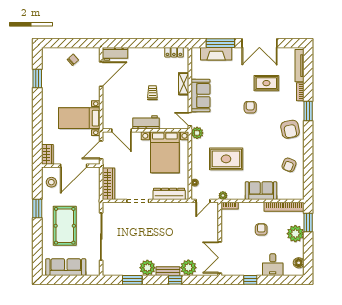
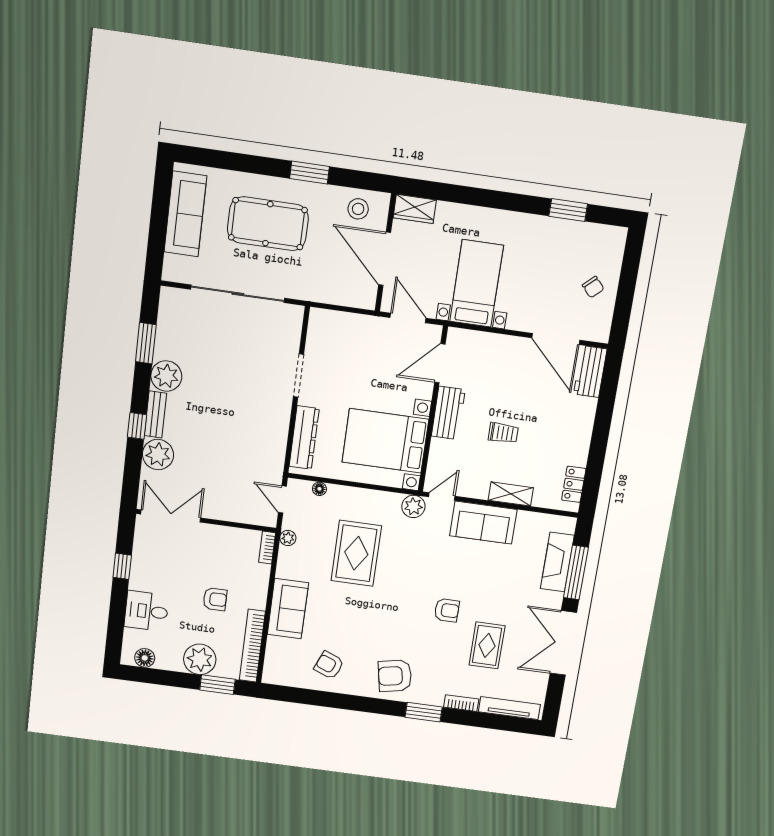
wardrobe: (109, 184) -> (340, 323), removed

